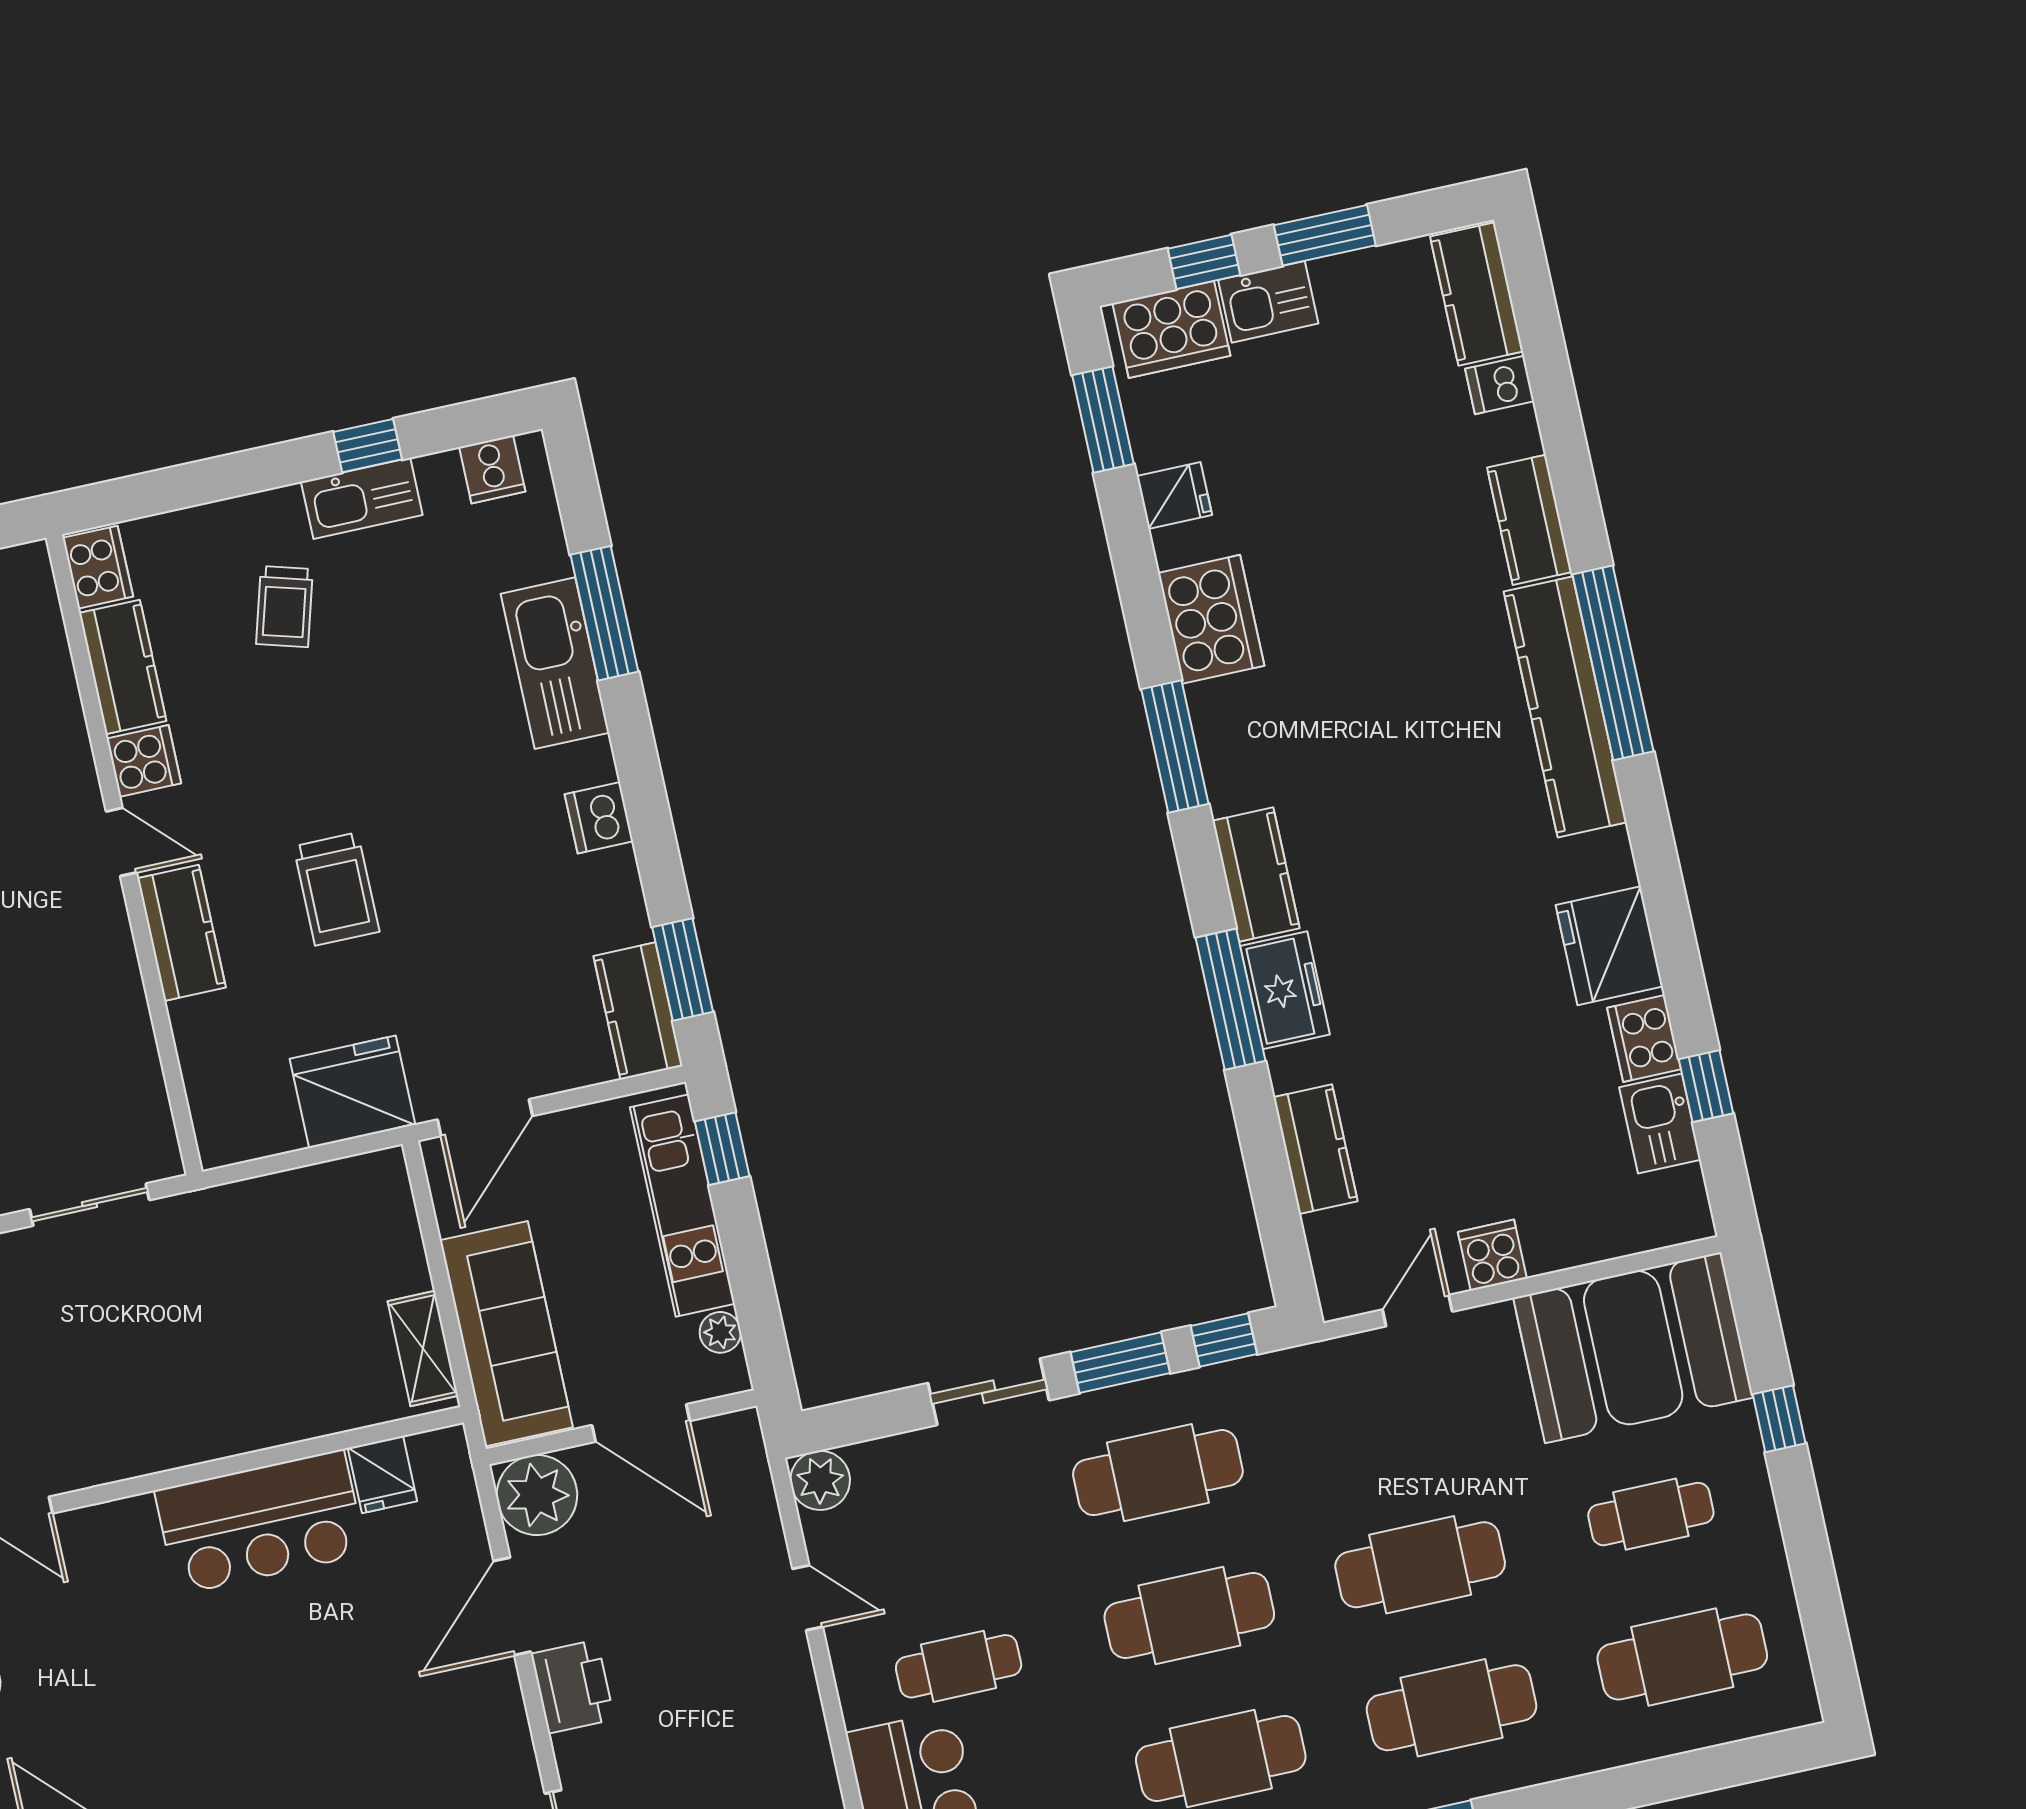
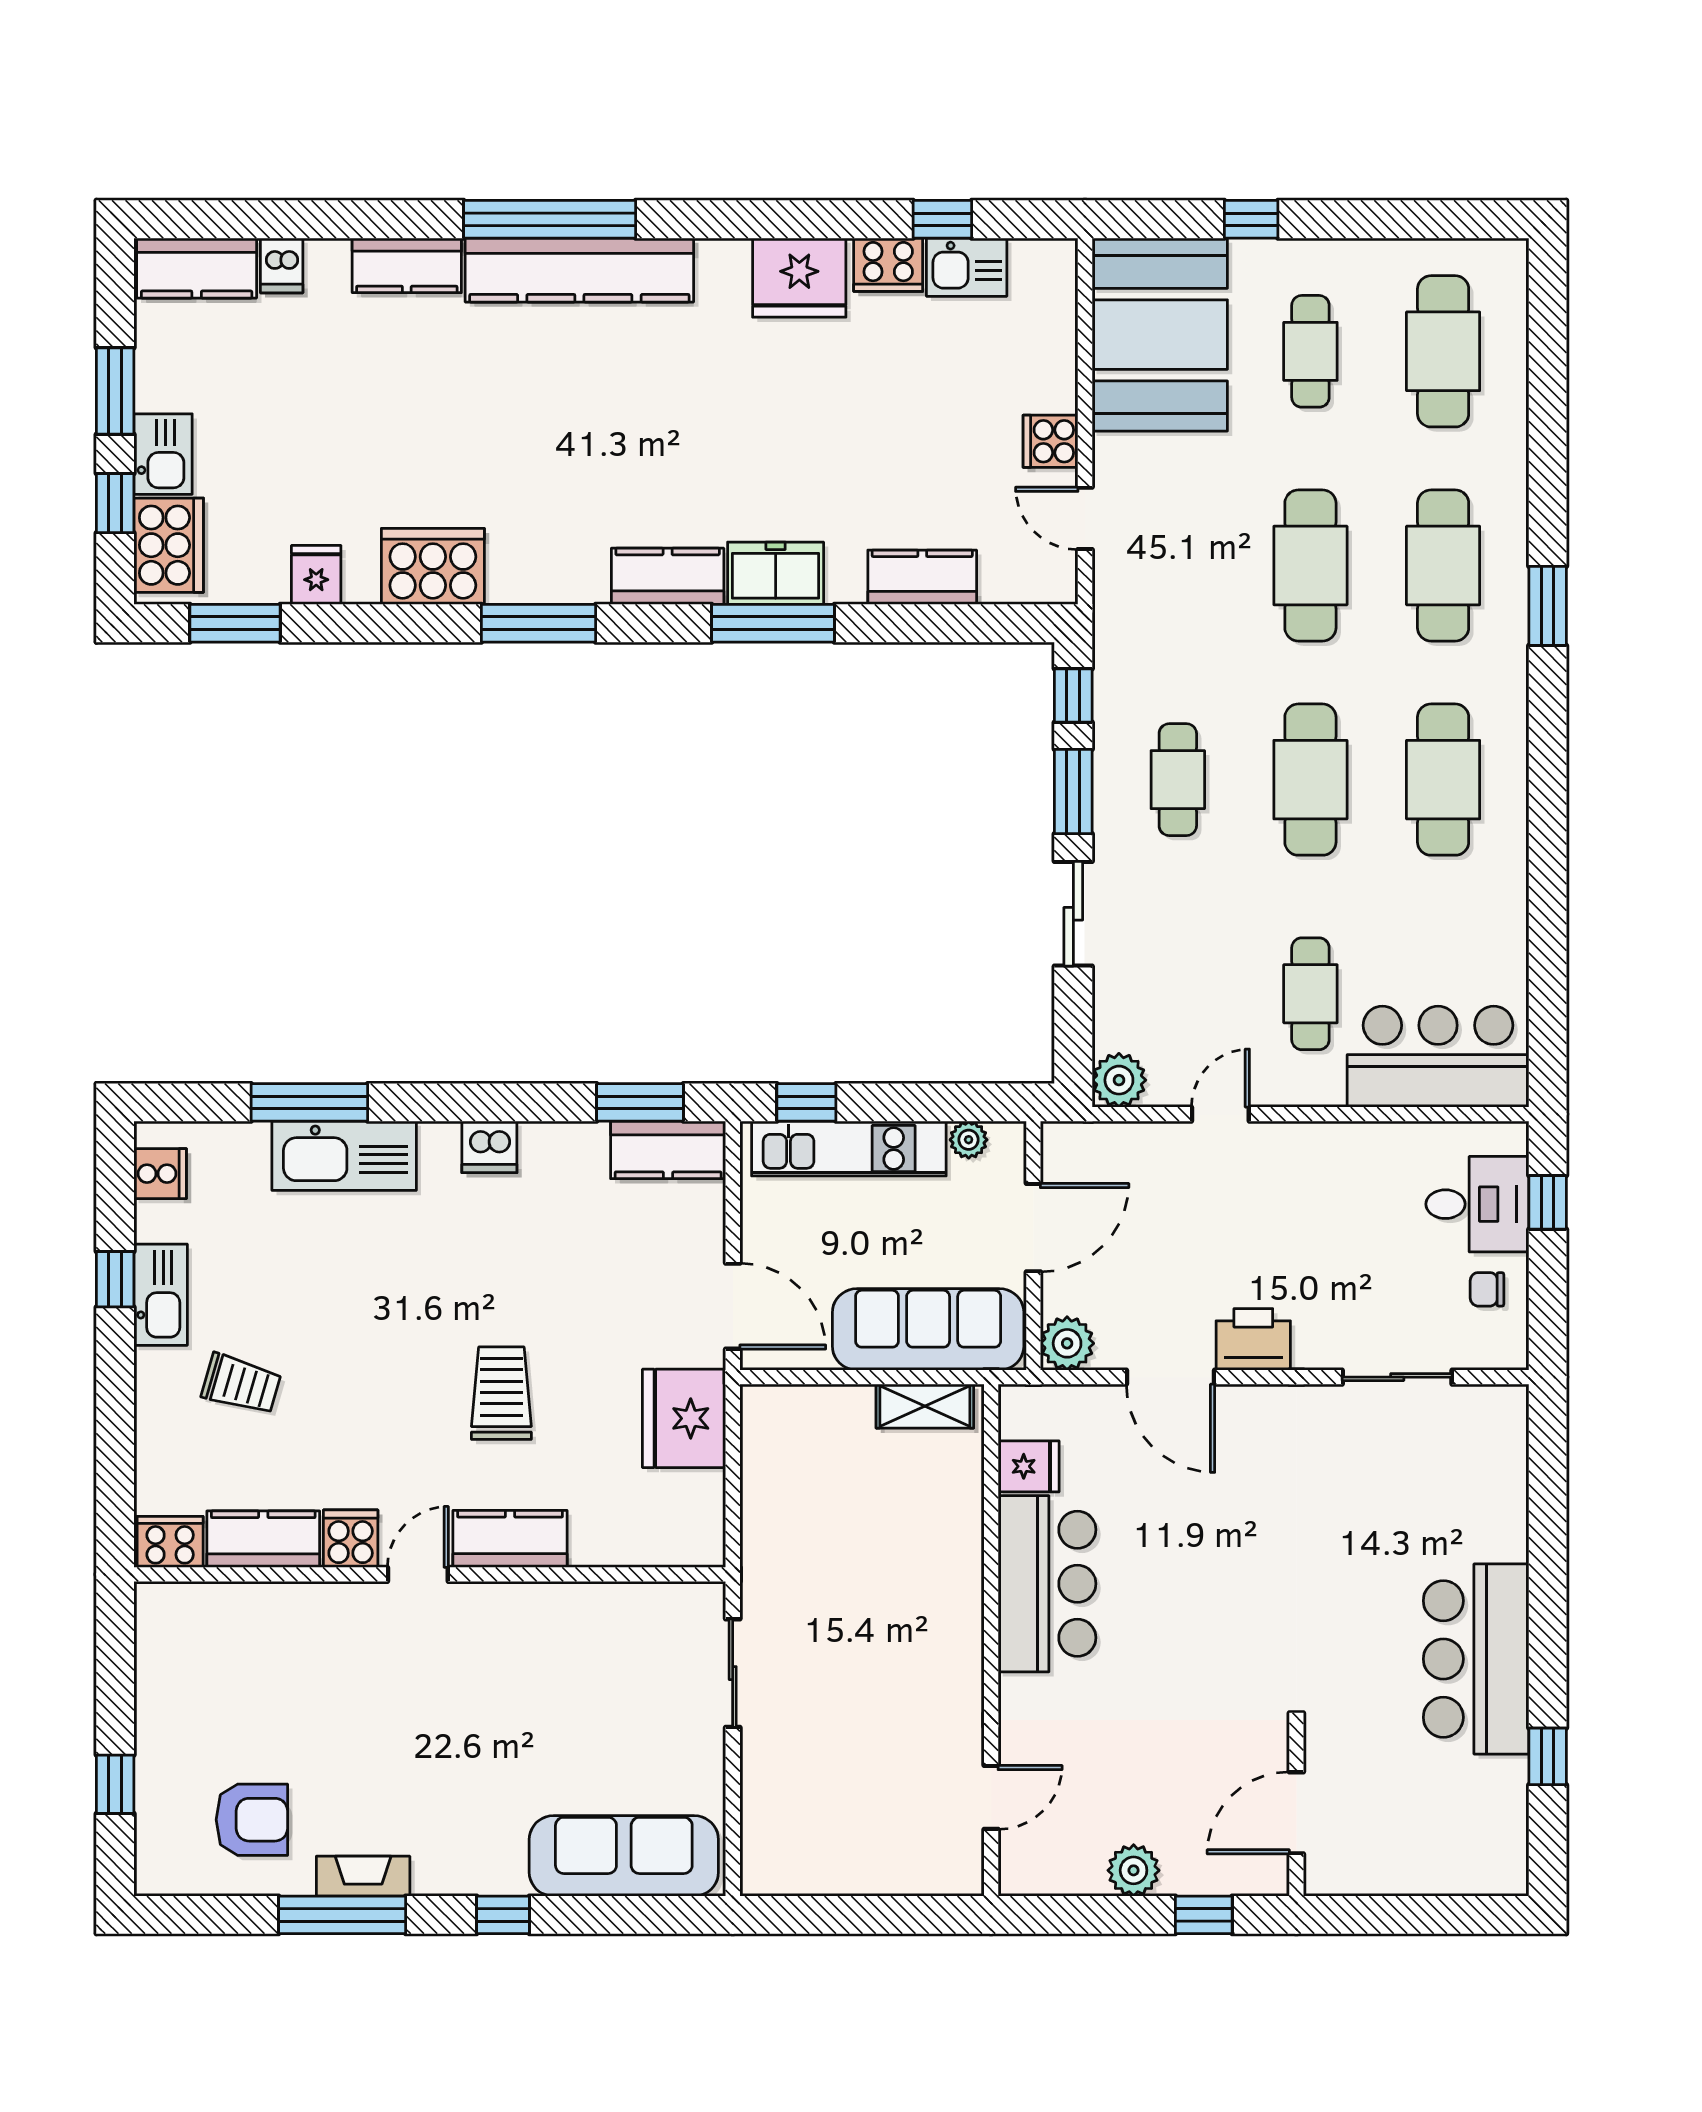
trolley: (336, 889) -> (501, 1393), turned -90
cafe table: (1158, 1473) -> (1178, 780), width x0.73, depth x0.74
plant: (537, 1495) -> (1067, 1343), width x0.73, depth x0.73

